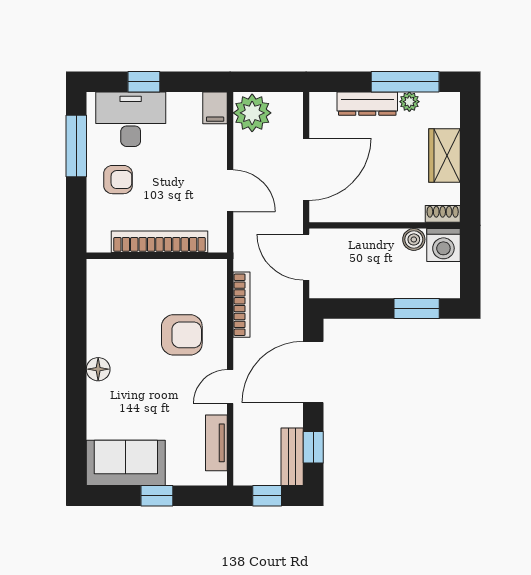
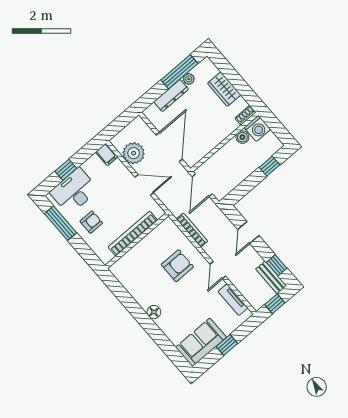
plant: (252, 113) -> (134, 153), moved
door: (306, 257) -> (202, 185), hinge flipped
window: (417, 308) -> (270, 166), width x0.67
door: (313, 372) -> (248, 232), width x0.53

